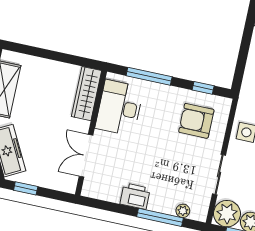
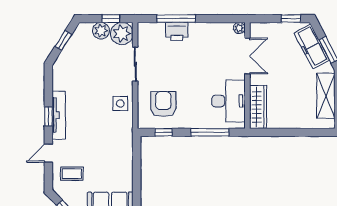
armchair: (196, 121) -> (163, 104), turned -90
printer: (135, 196) -> (177, 32), moved
plant: (183, 211) -> (239, 28), moved

